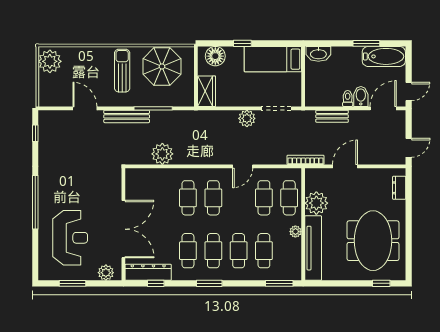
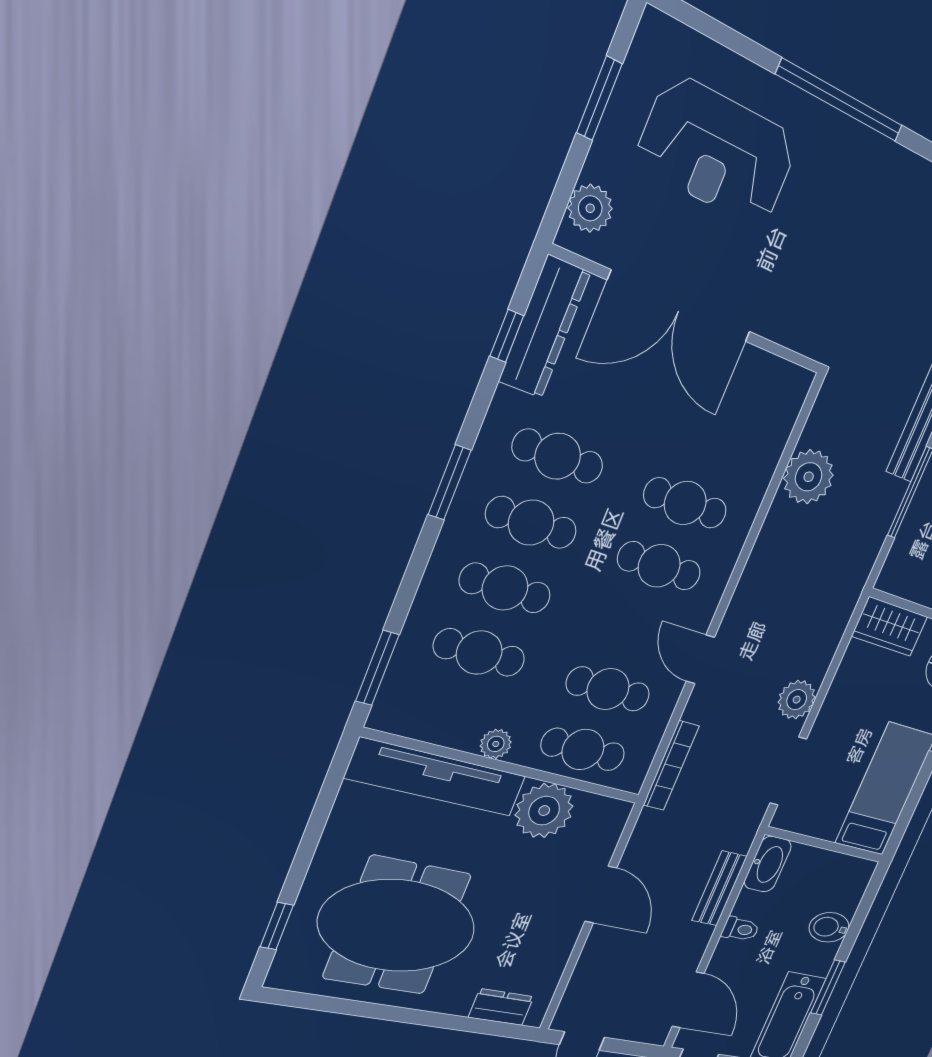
washbasin: (318, 54) -> (768, 864), moved, turned 180
bidet: (361, 96) -> (829, 927), moved, turned 180
bookcase: (305, 160) -> (671, 766), moved

